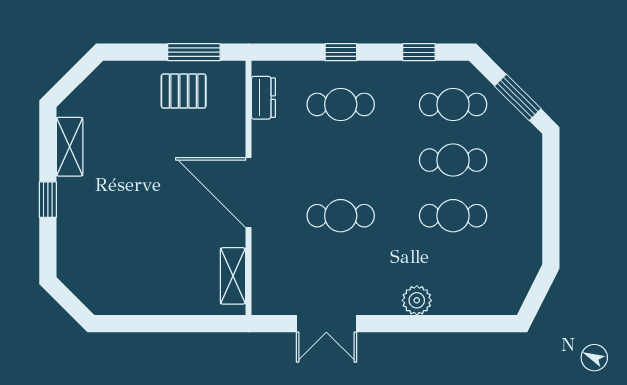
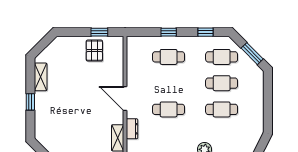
window: (194, 52) -> (99, 32), width x0.67
pallet: (184, 91) -> (94, 51), turned 90
dresser: (263, 98) -> (132, 129), moved
door: (248, 193) -> (125, 99), width x0.73

